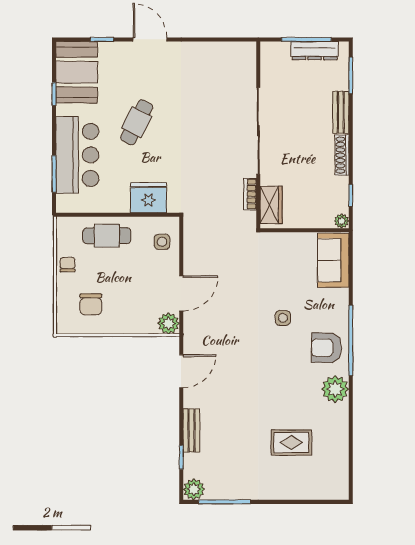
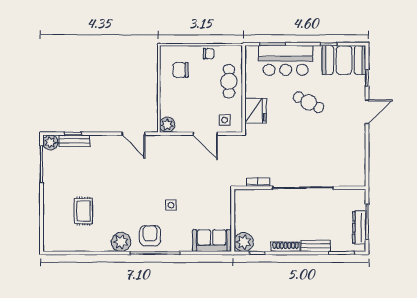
wardrobe: (271, 205) -> (251, 197), removed
plant: (342, 221) -> (244, 242), width x1.88, depth x1.88
door: (181, 293) -> (205, 134), moved
bench: (191, 430) -> (74, 141), moved

